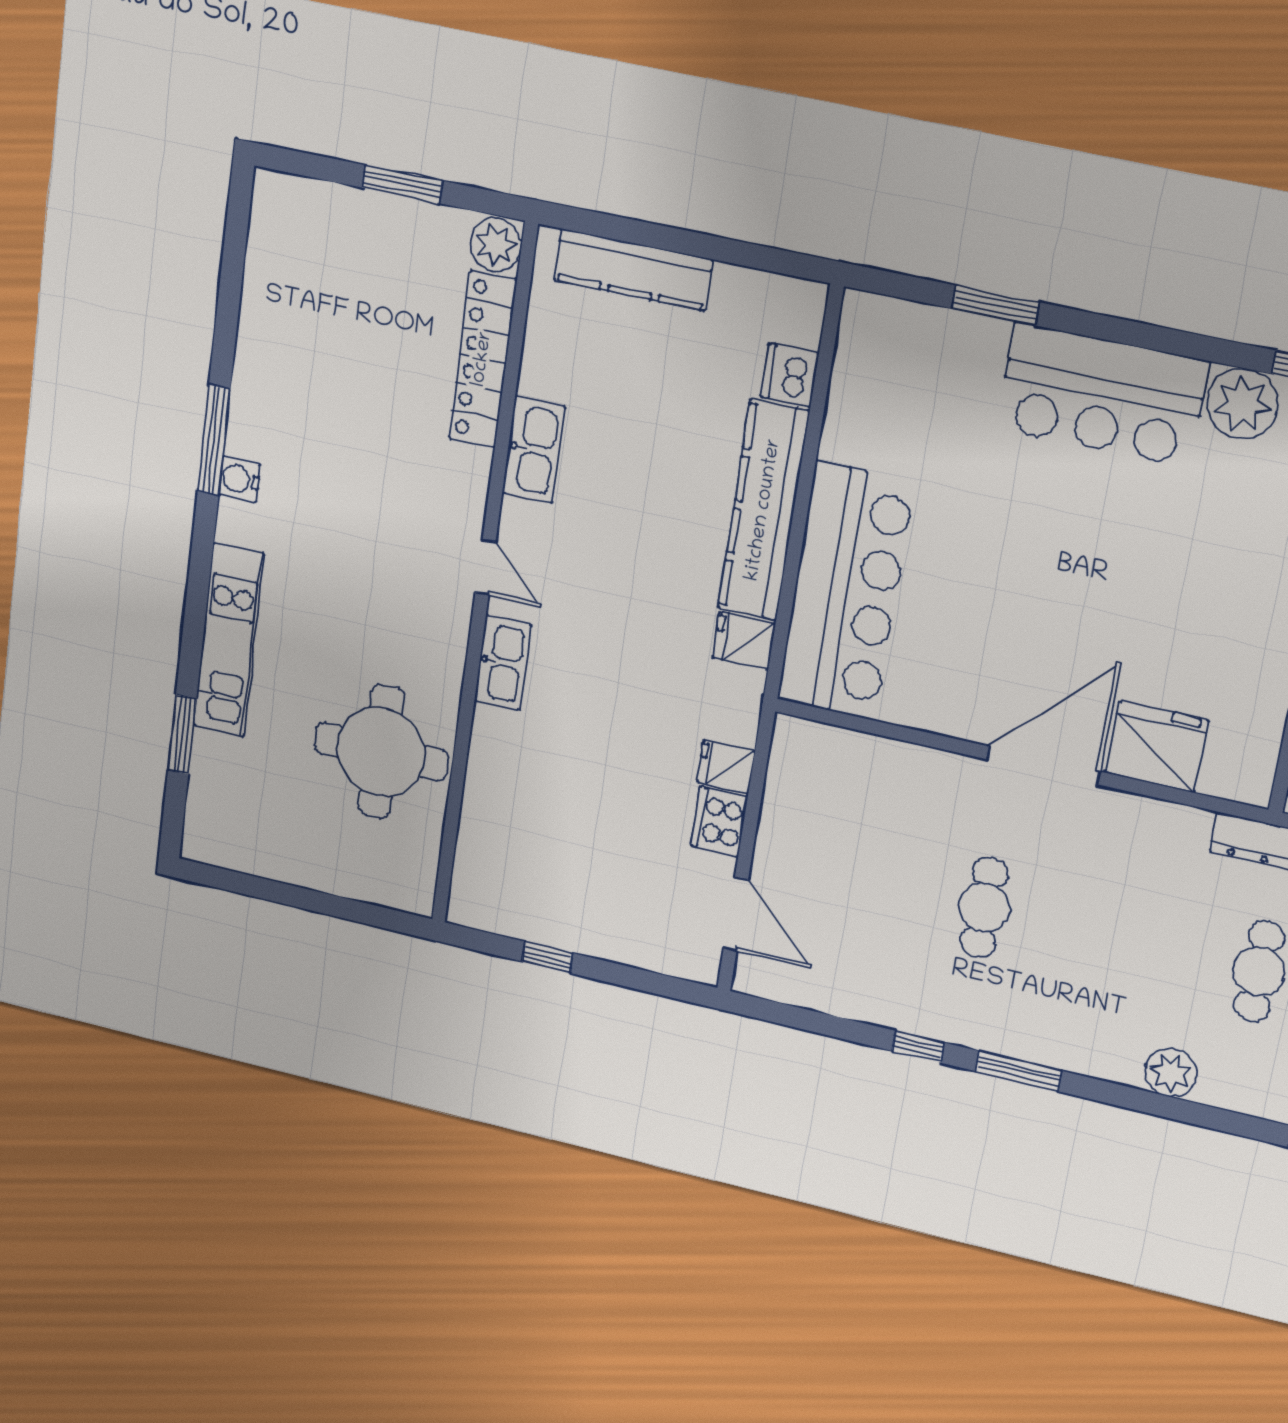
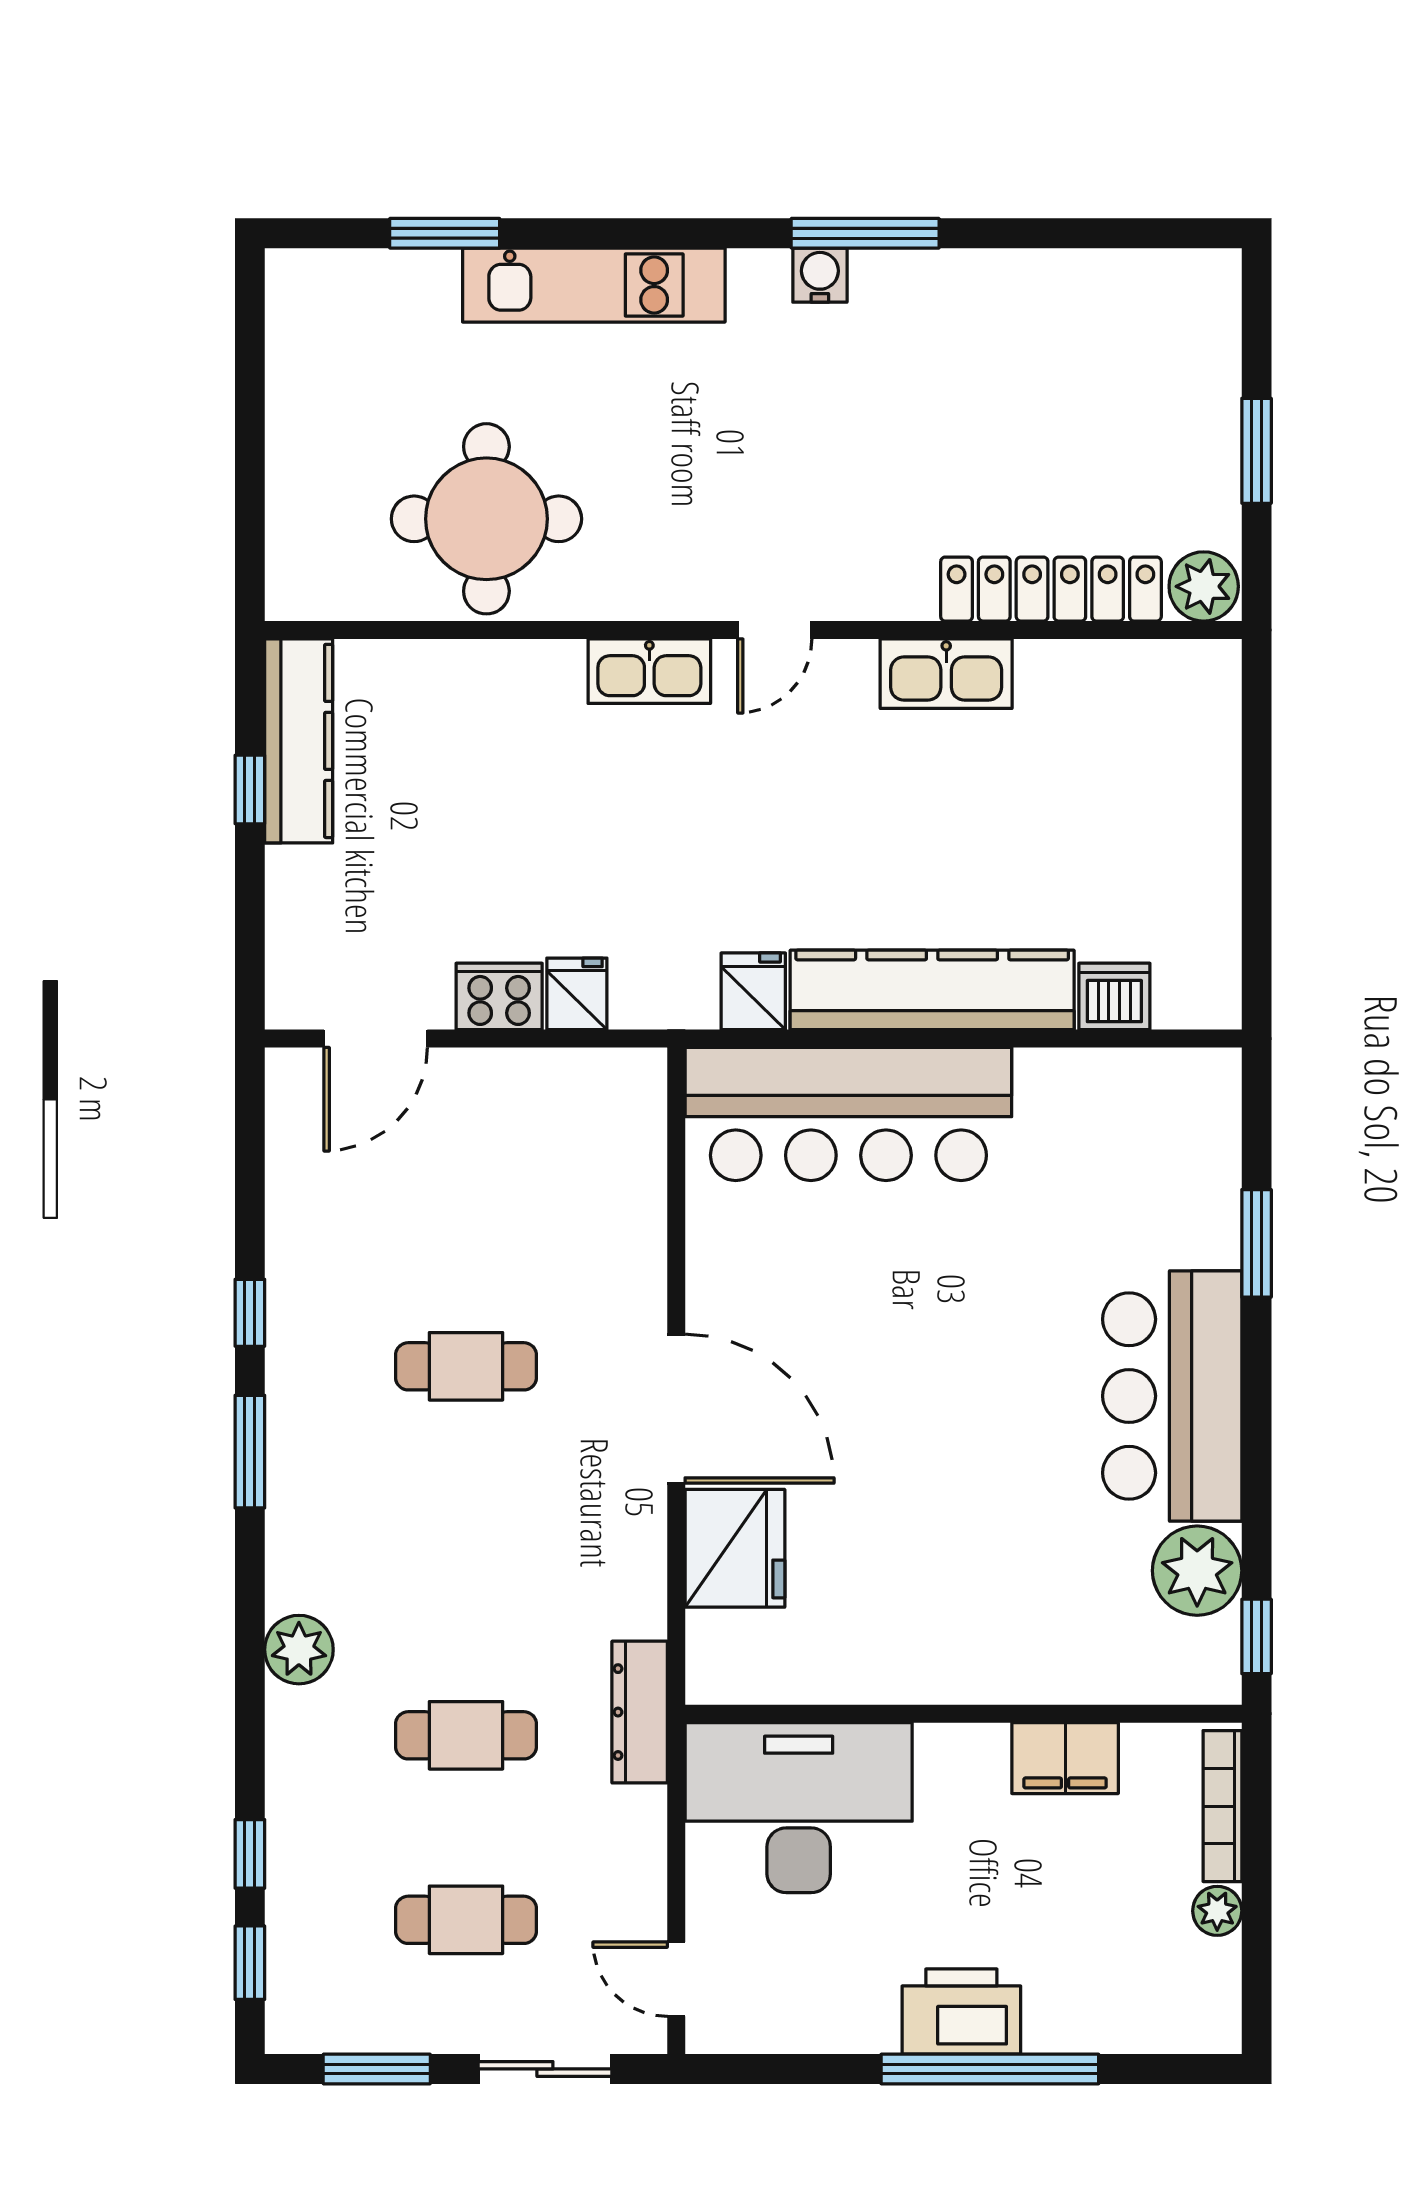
kitchen counter: (633, 270) -> (299, 741), moved, turned 180

